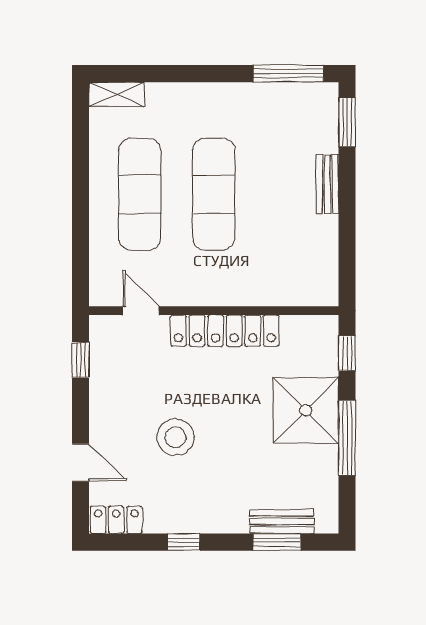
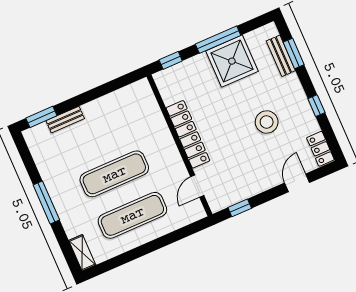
window: (288, 74) -> (46, 202), moved
bench: (327, 184) -> (65, 120), moved
shower: (306, 411) -> (232, 61), moved
stool: (175, 437) -> (267, 122), moved

